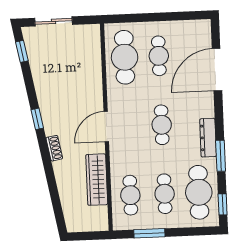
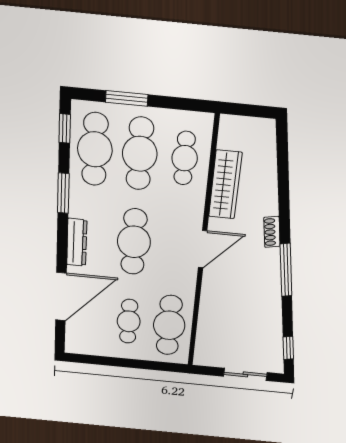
window: (37, 119) -> (286, 270), width x2.17
cafe table: (162, 125) -> (134, 242), width x1.37, depth x1.35
dresser: (208, 138) -> (77, 242), moved
cafe table: (165, 194) -> (140, 154), width x1.37, depth x1.35
window: (149, 233) -> (127, 98), moved

